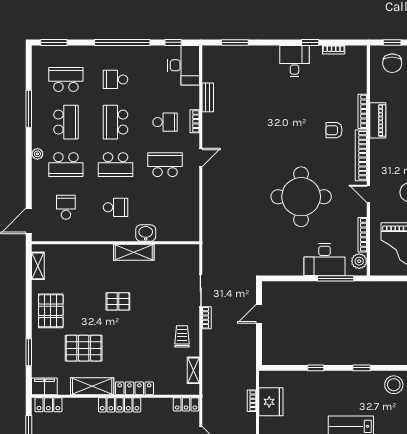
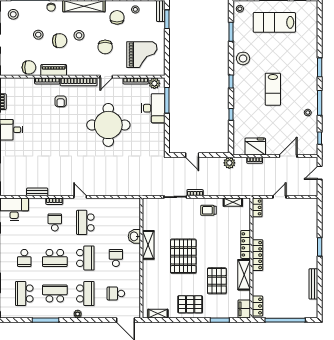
chair: (392, 63) -> (29, 67), moved
pallet: (118, 301) -> (183, 256), width x2.05, depth x2.00
plant: (248, 366) -> (229, 163), added

